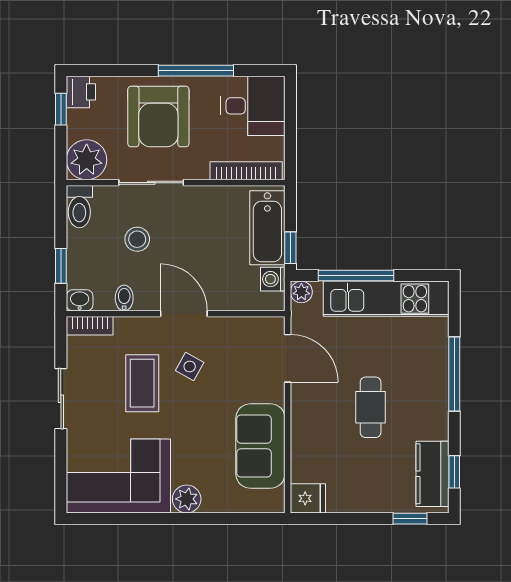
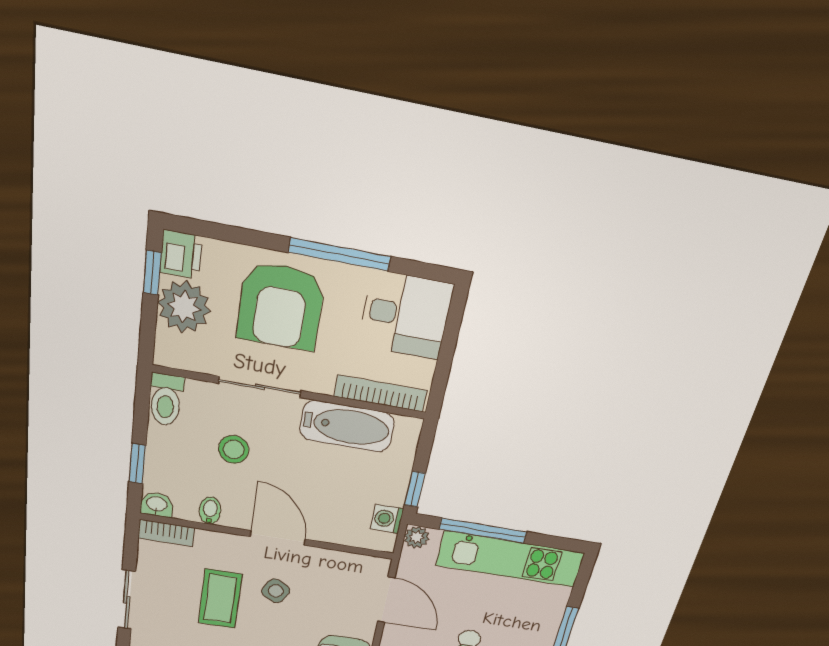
plant: (87, 160) -> (184, 307), moved
bathtub: (267, 228) -> (347, 426), moved, turned -90

